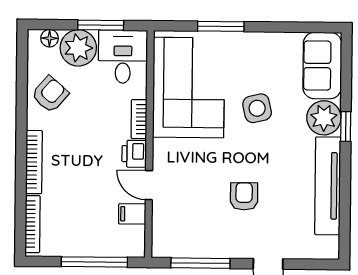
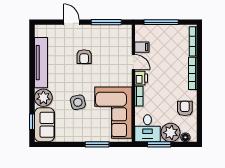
armchair: (50, 94) -> (185, 108), turned 139
window: (346, 126) -> (32, 122), moved

